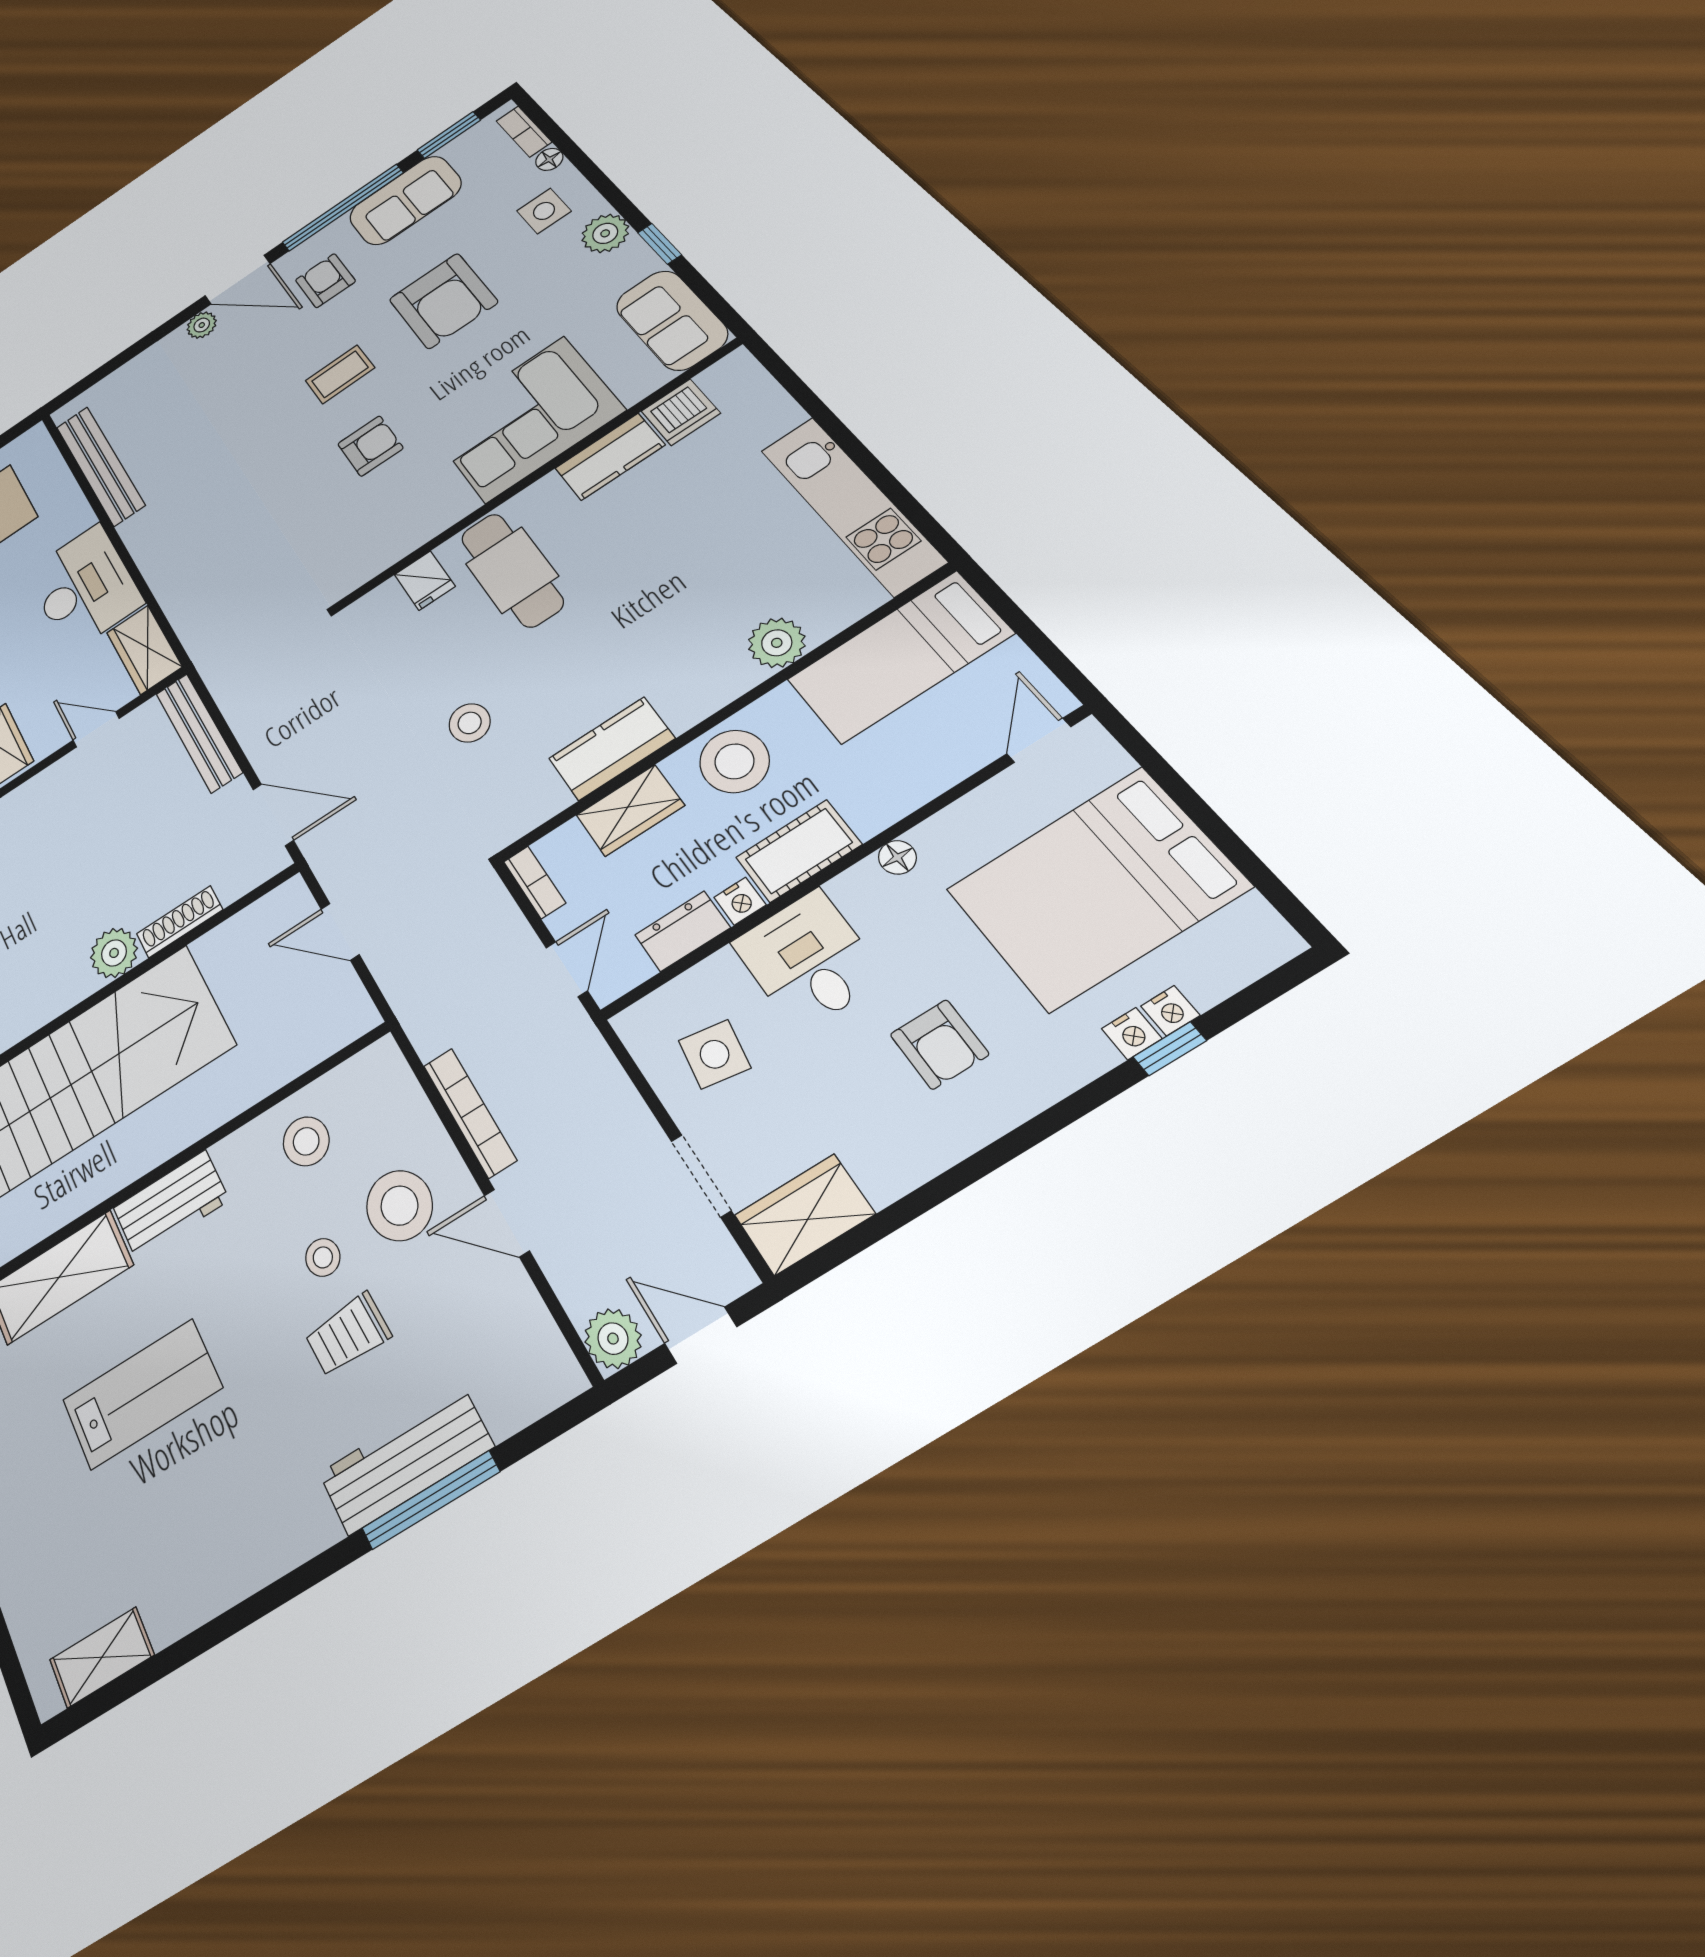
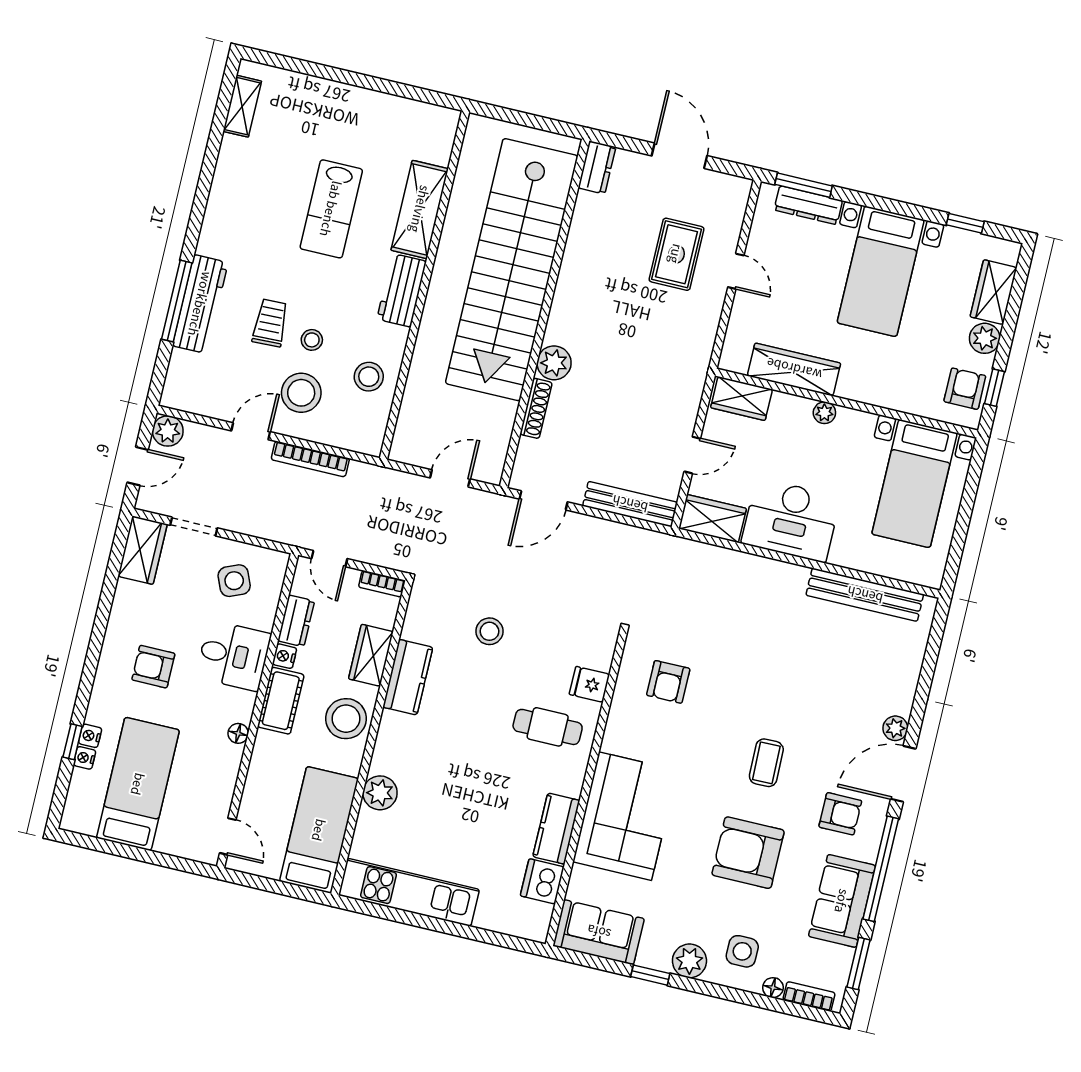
armchair: (370, 446) -> (668, 682), moved
cafe table: (512, 570) -> (548, 727), width x0.73, depth x0.74
bed: (1096, 888) -> (138, 784), width x0.67
side table: (715, 1054) -> (234, 581), turned -32

